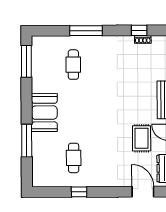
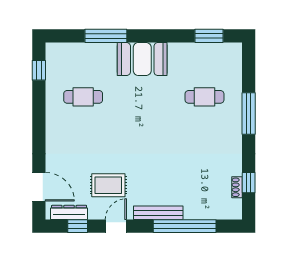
window: (26, 61) -> (209, 36), width x0.69
window: (79, 192) -> (39, 70), moved
door: (143, 192) -> (39, 187), hinge flipped

